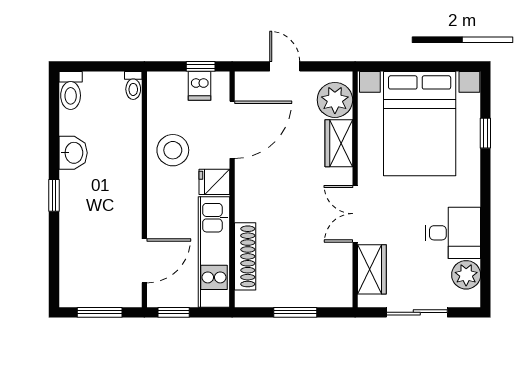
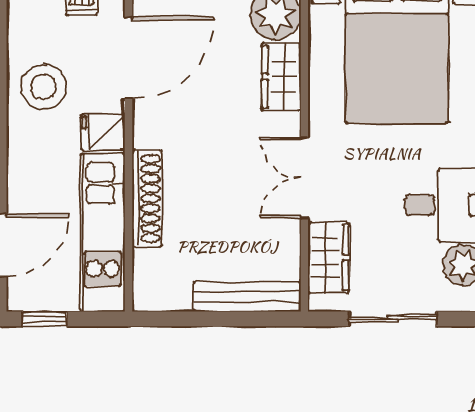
shoe rack: (245, 256) -> (147, 198), moved
bench: (315, 297) -> (247, 297), added
window: (295, 312) -> (219, 319), removed

